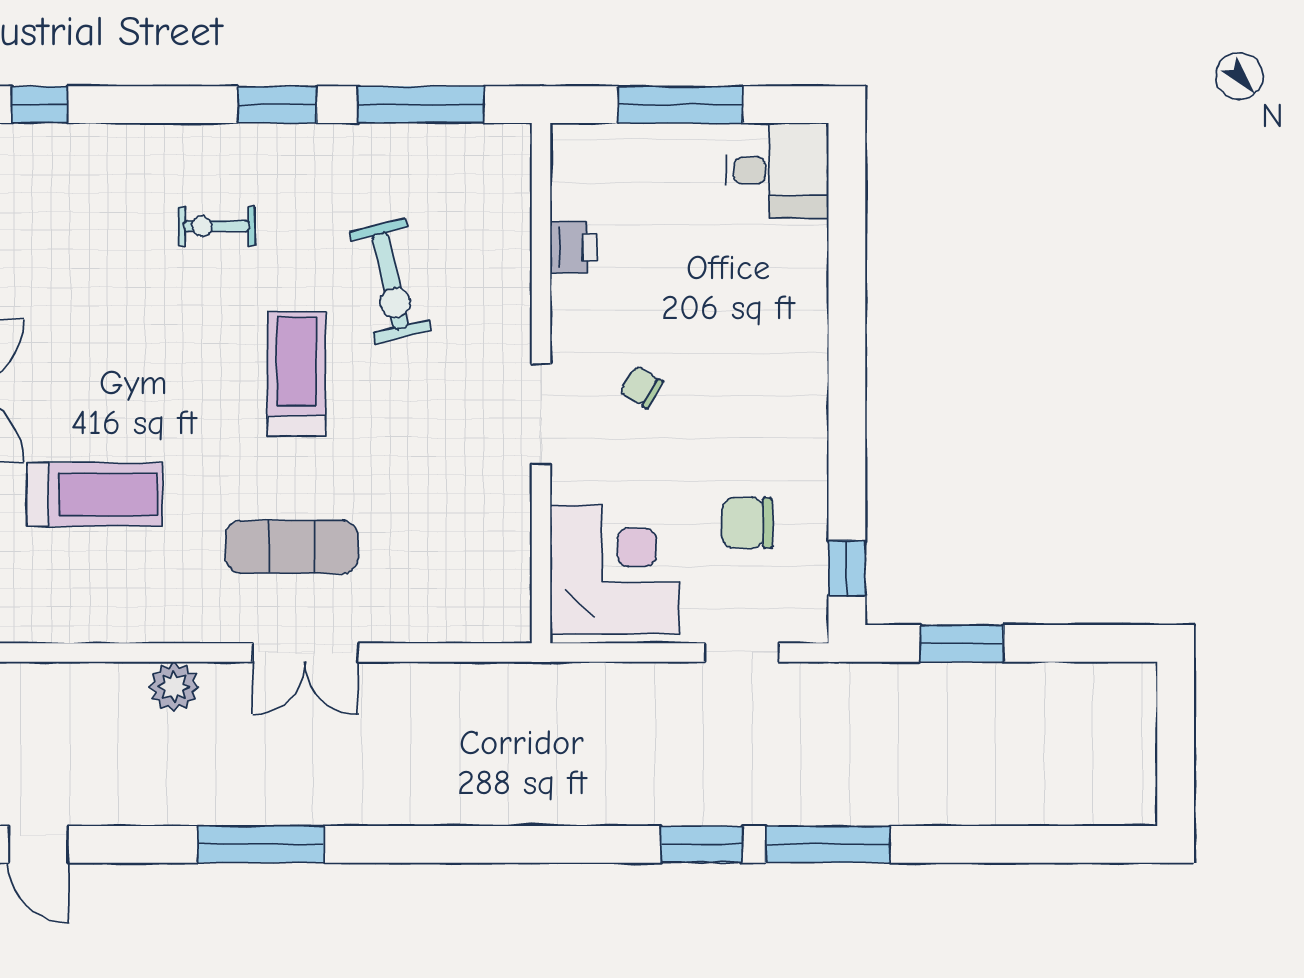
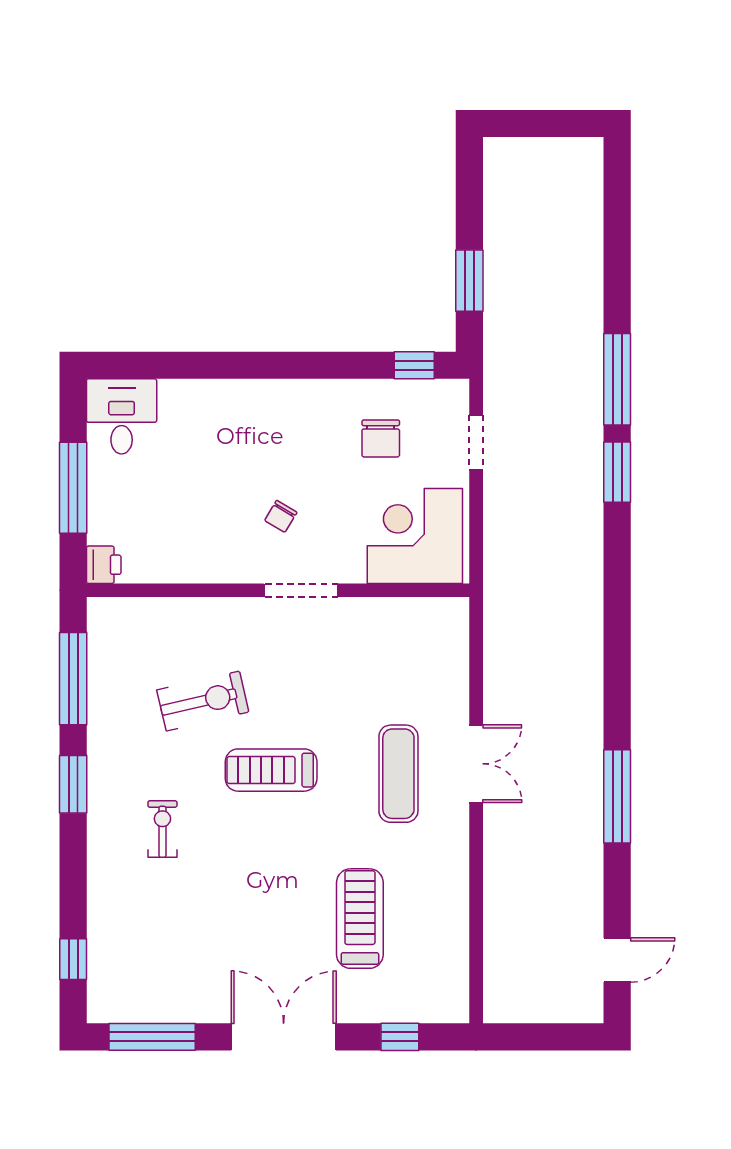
exercise bike: (217, 226) -> (162, 829), turned 180
printer: (573, 247) -> (104, 565), moved, turned 90
plant: (174, 687) -> (501, 860), removed

